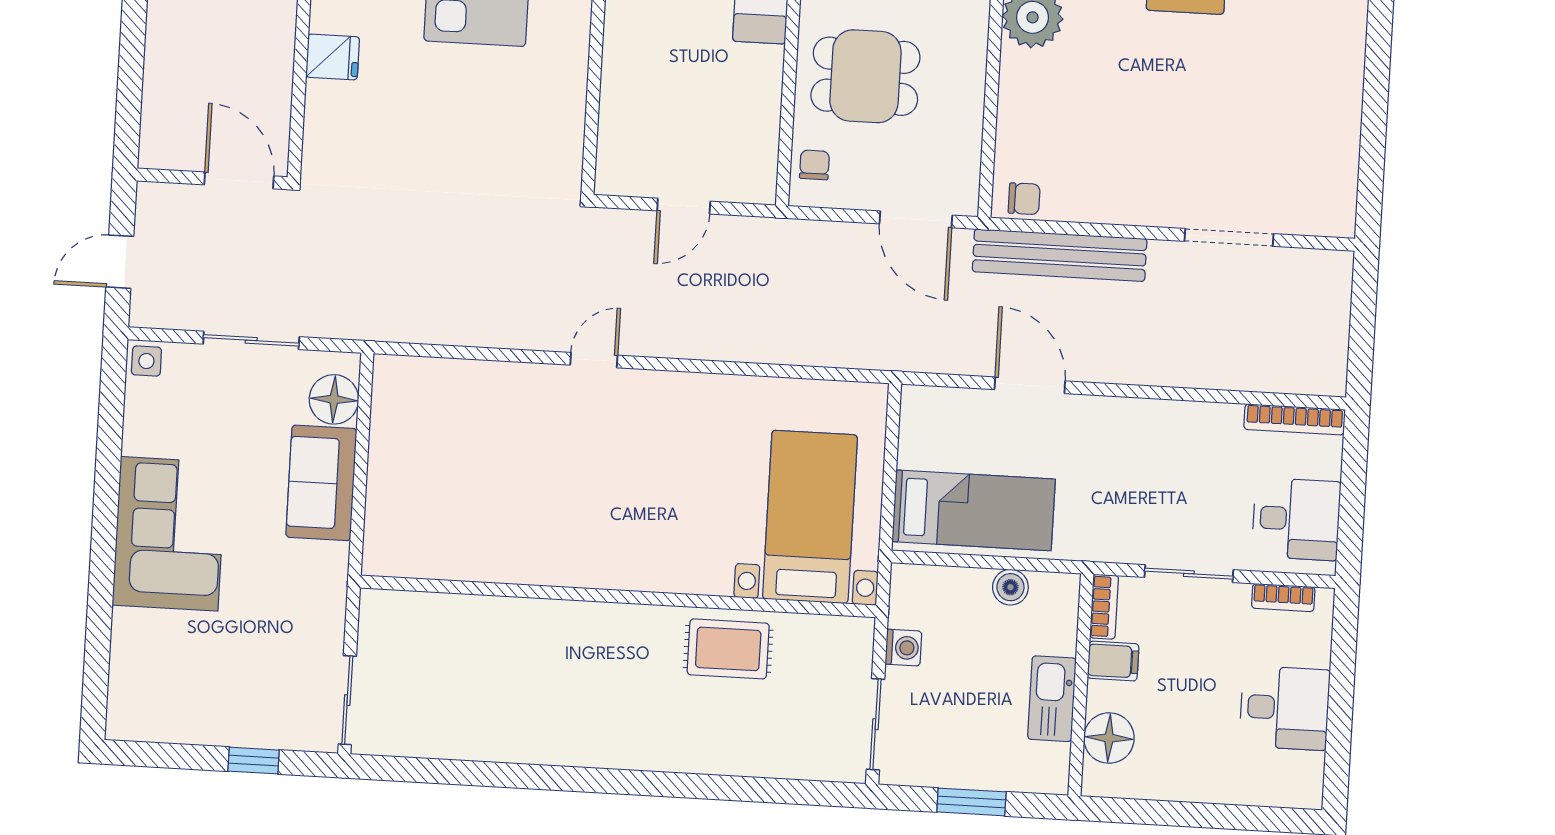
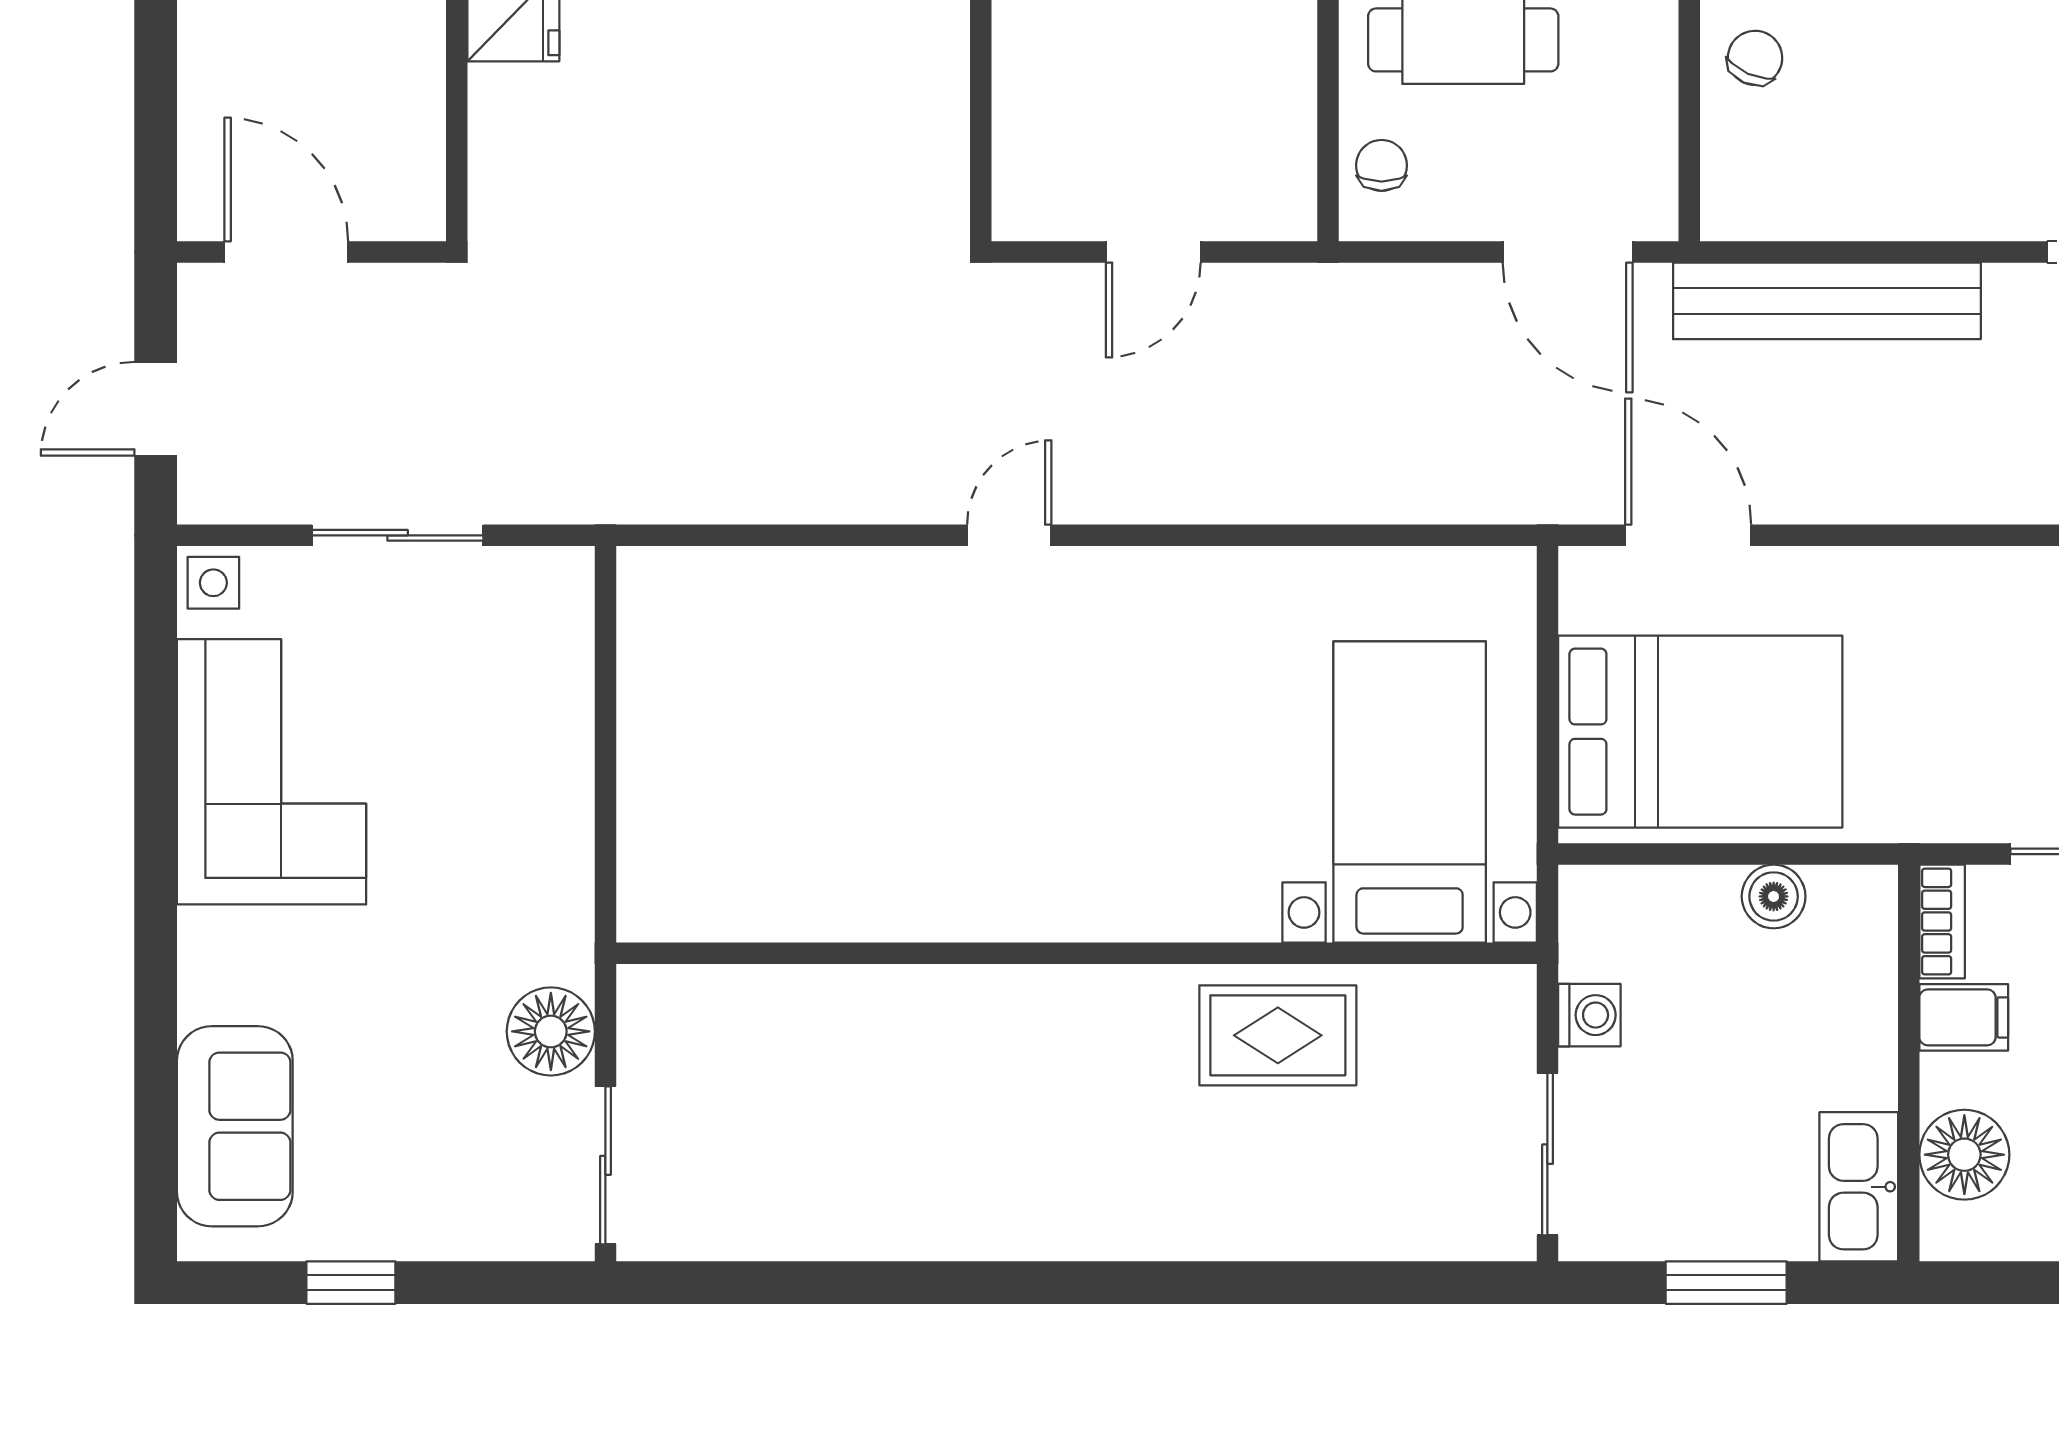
door: (239, 180) -> (286, 252), moved
chair: (1024, 199) -> (1755, 58), moved, turned -66
door: (1030, 385) -> (1688, 535), moved
floor lamp: (334, 399) -> (551, 1031), moved
sofa: (321, 483) -> (235, 1126), moved, turned 180
bed: (974, 510) -> (1700, 732), width x1.50
corner sofa: (169, 534) -> (272, 772), moved
kitchen sink: (1052, 699) -> (1859, 1187), moved
window: (254, 761) -> (351, 1283), moved

